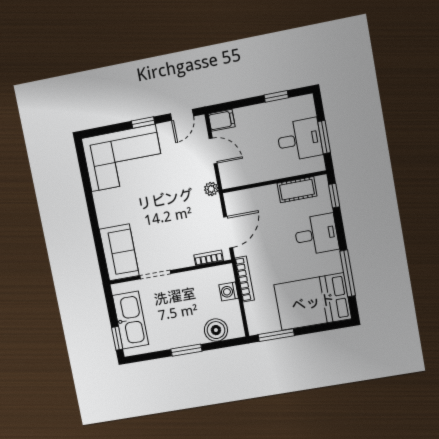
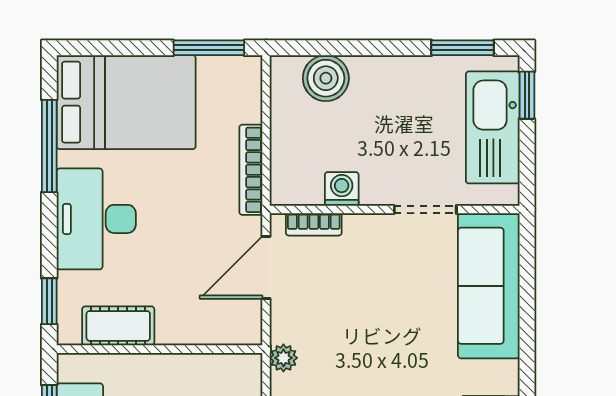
desk: (316, 234) -> (96, 219), width x1.37
sofa: (119, 252) -> (489, 286), width x1.36
washing machine: (229, 291) -> (342, 189), moved, turned -90
window: (186, 350) -> (463, 48), moved

